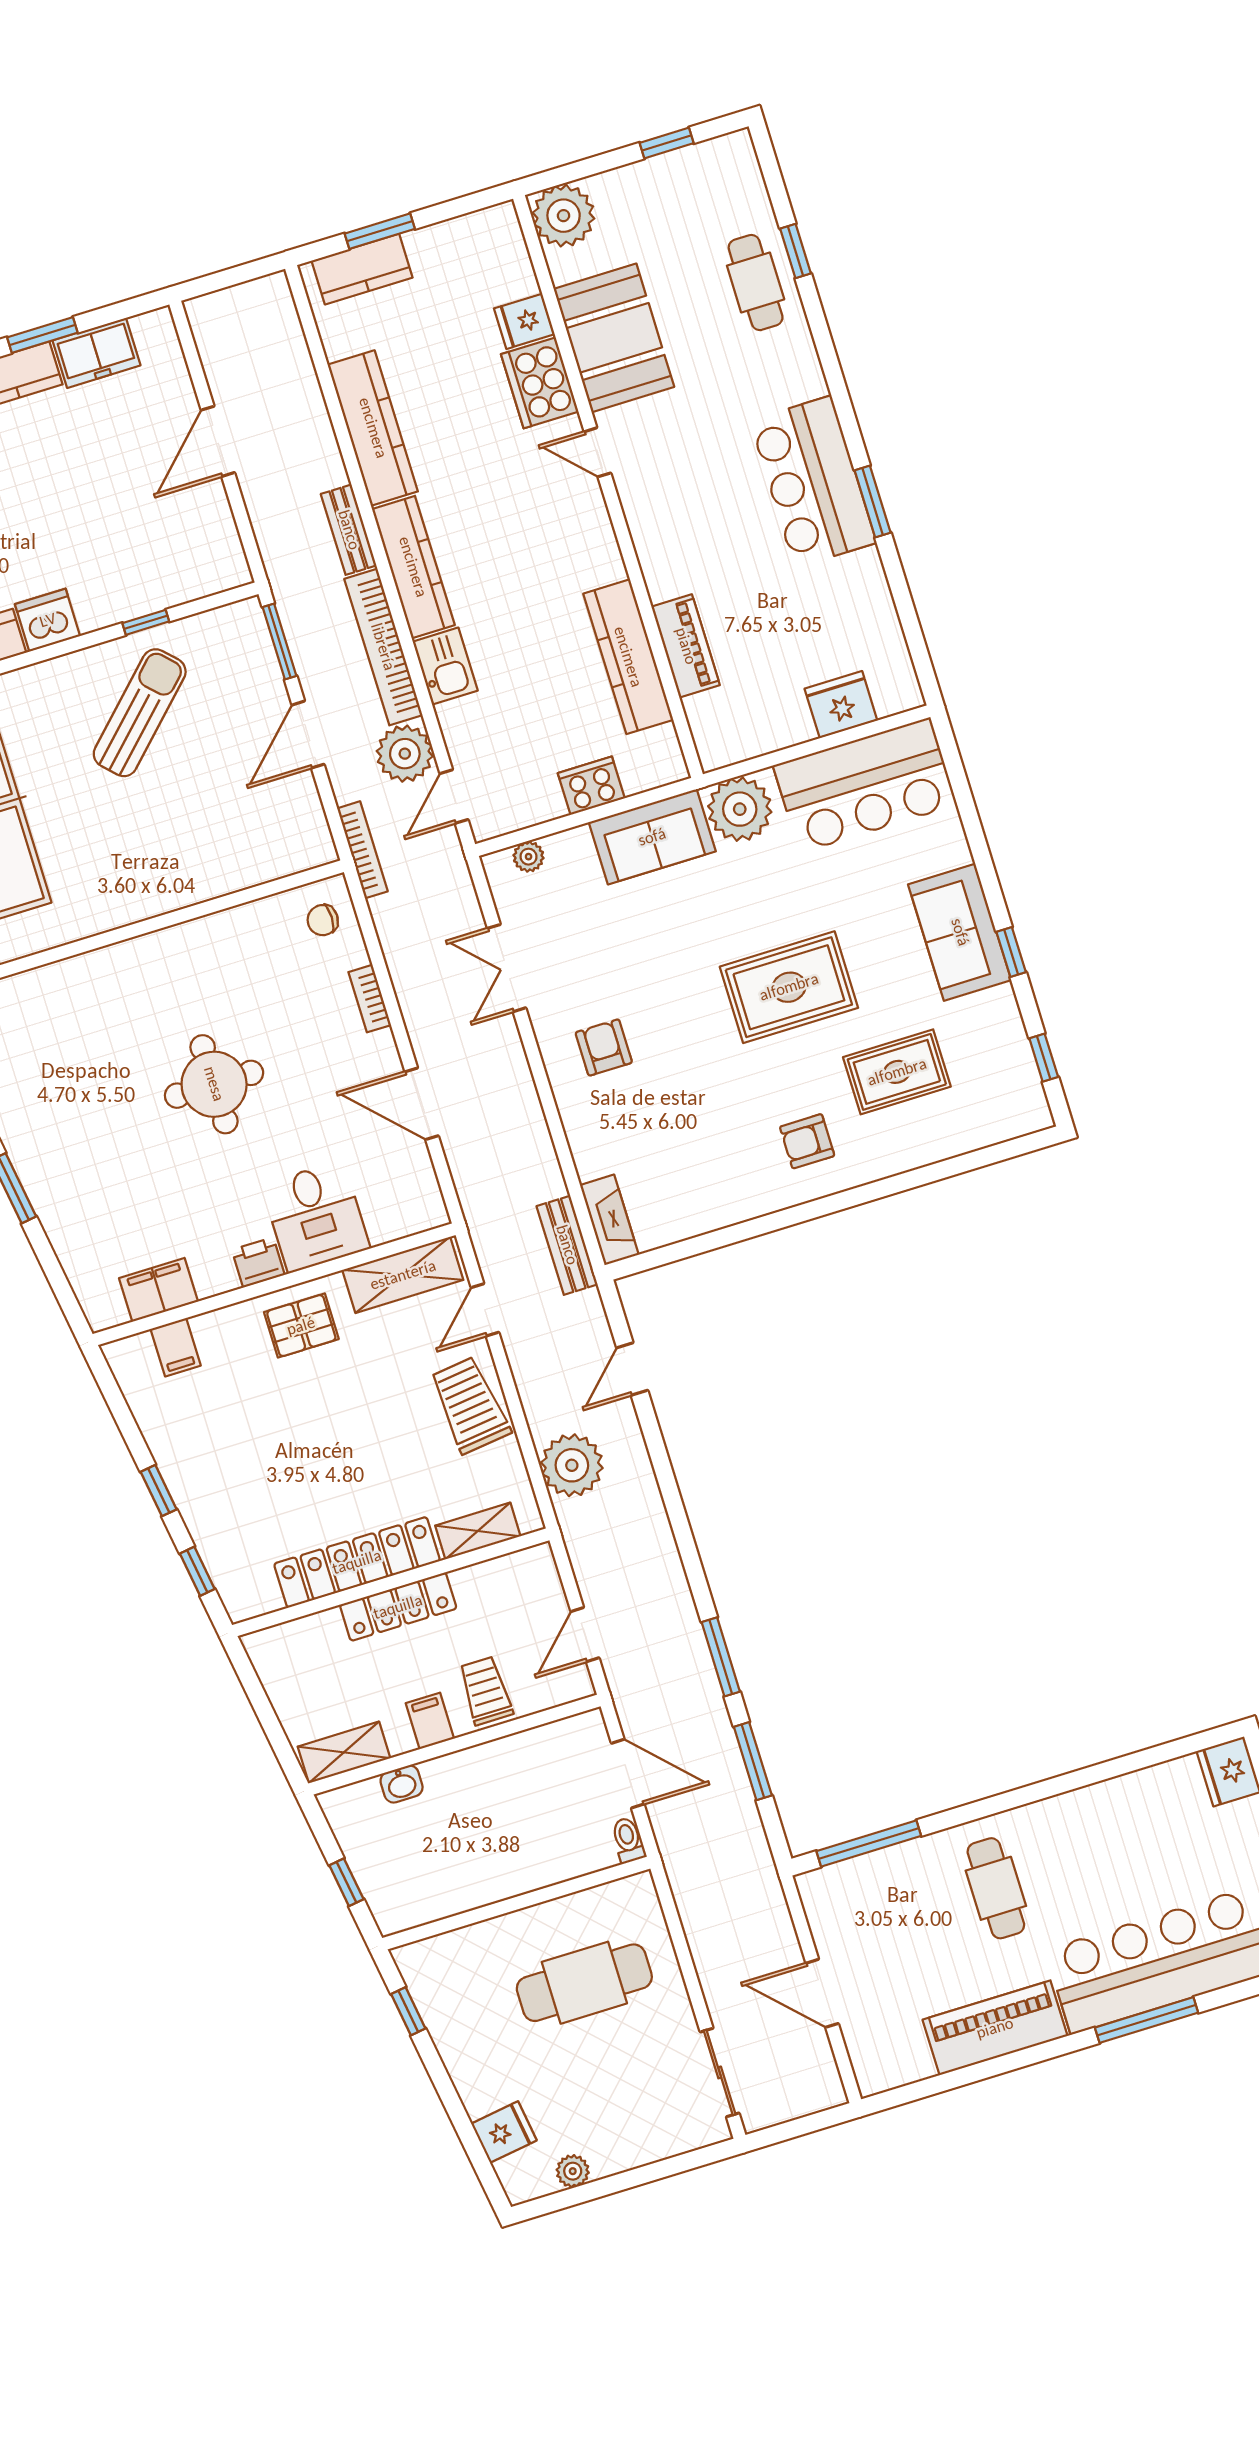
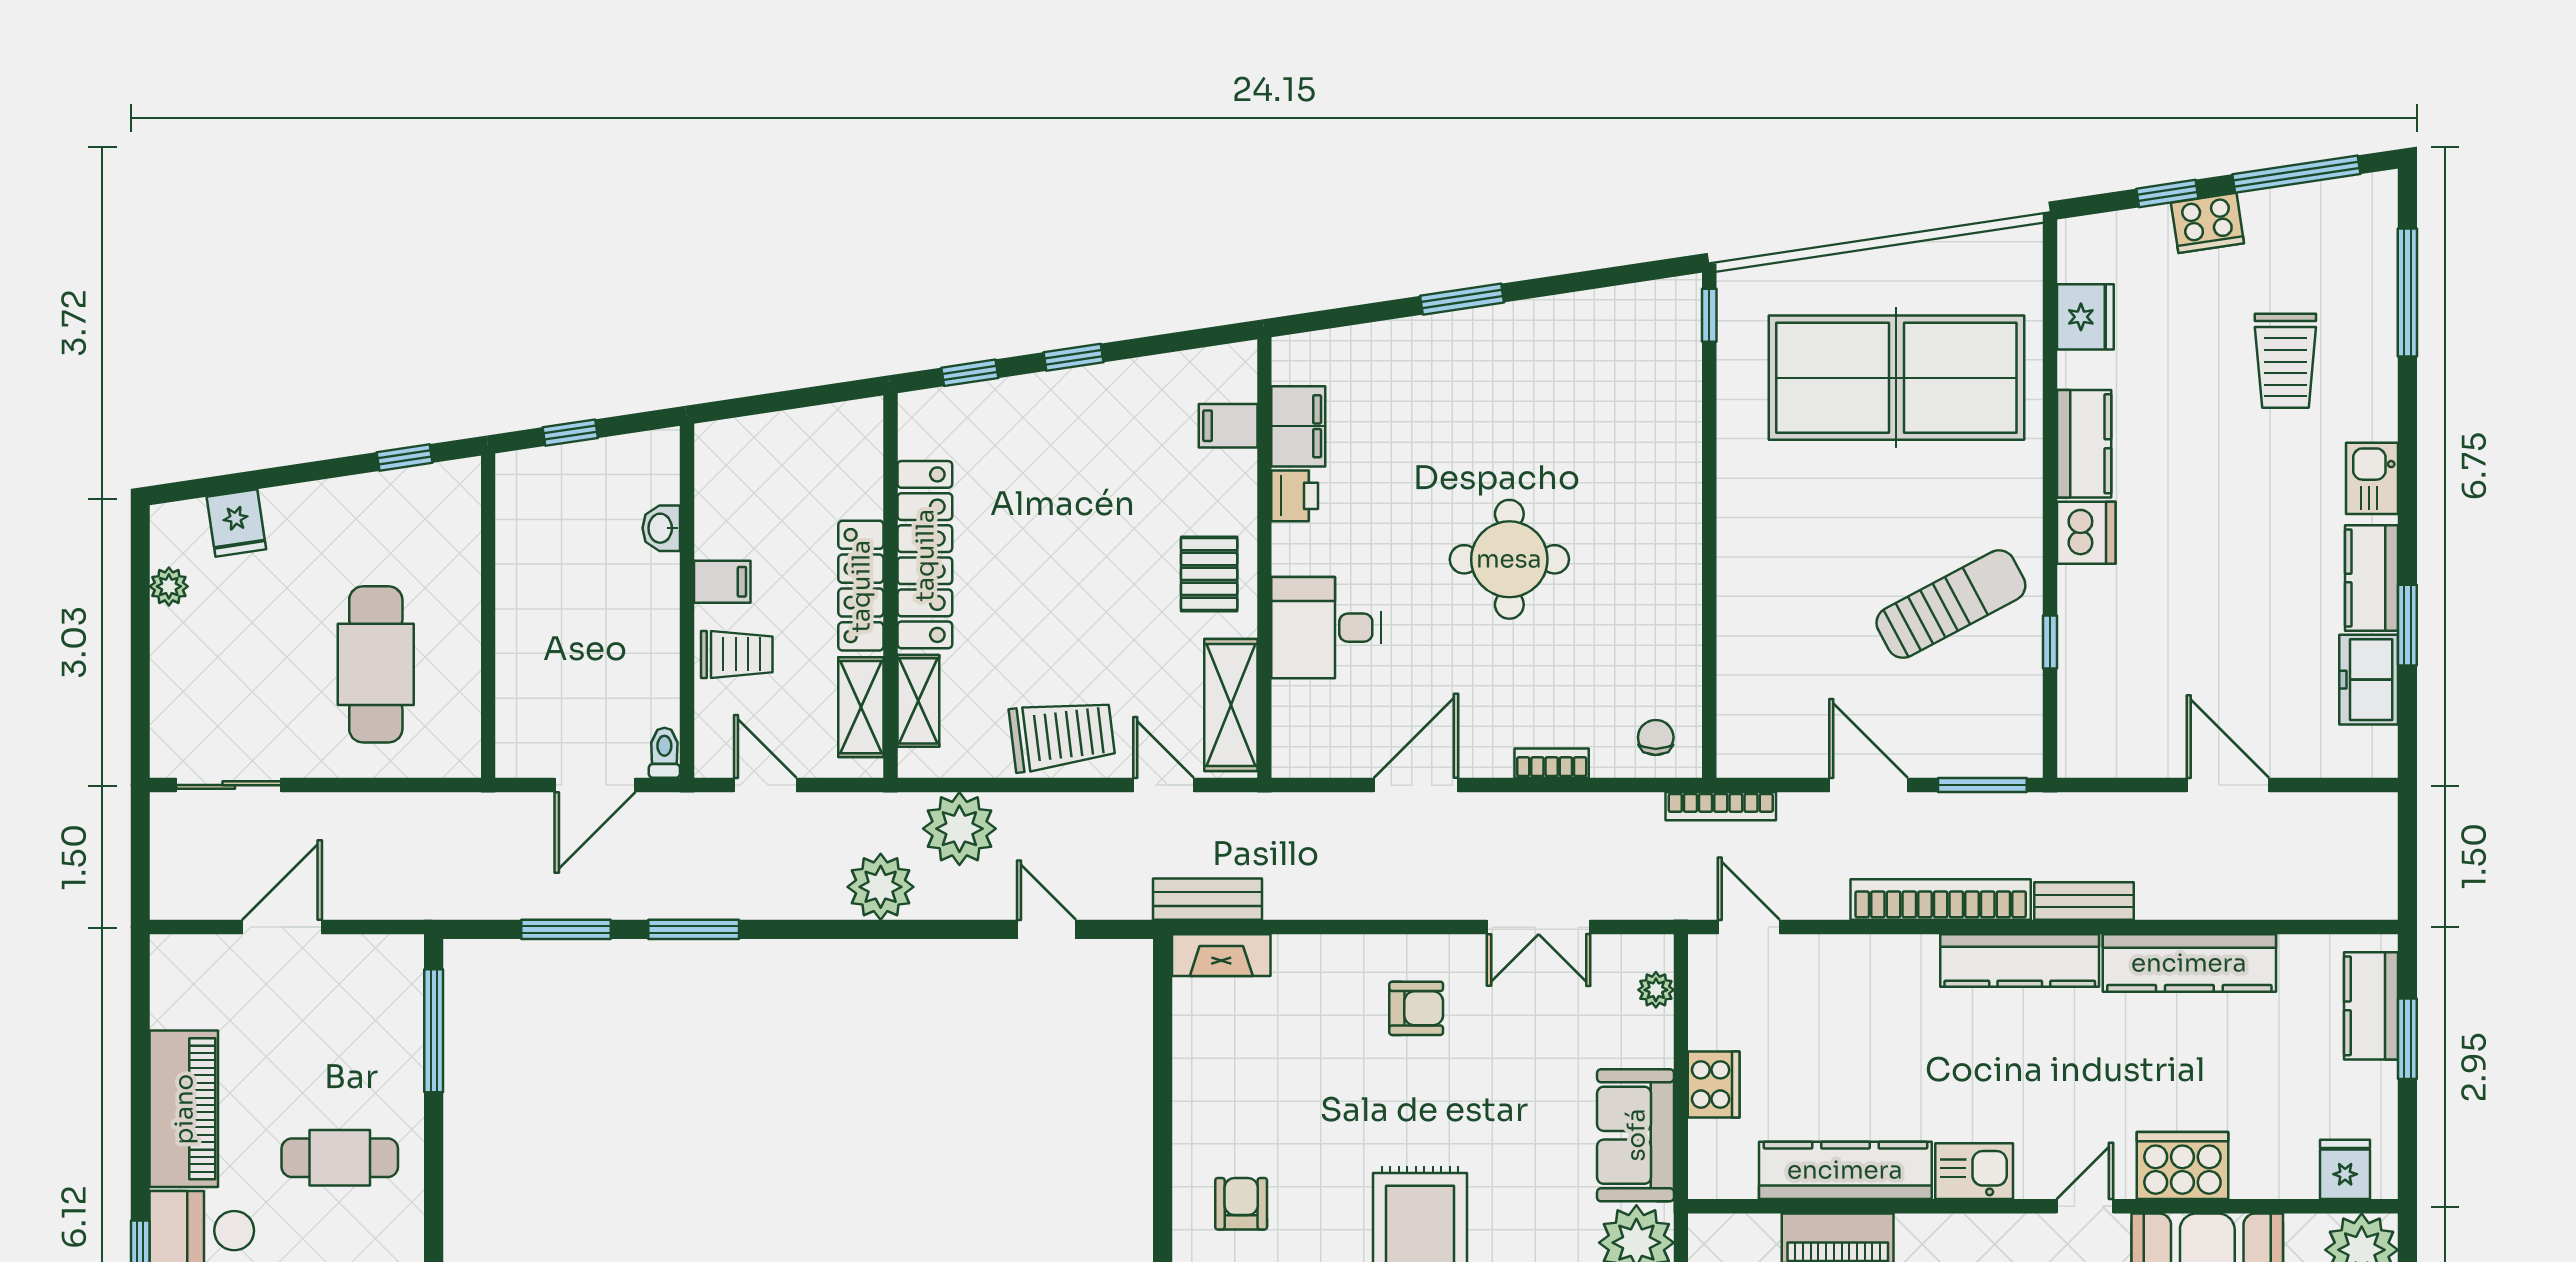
fridge: (524, 321) -> (2345, 1169), moved
kitchen sink: (445, 666) -> (1974, 1171), moved, turned 180
sun lounger: (140, 713) -> (1951, 604), turned -73
plant: (405, 754) -> (881, 887), moved
double door: (507, 968) -> (1539, 927), swing flipped
printer: (258, 1262) -> (1295, 496), moved
shelving: (344, 1752) -> (861, 707), moved
toilet: (628, 1840) -> (664, 753), moved, turned -90

